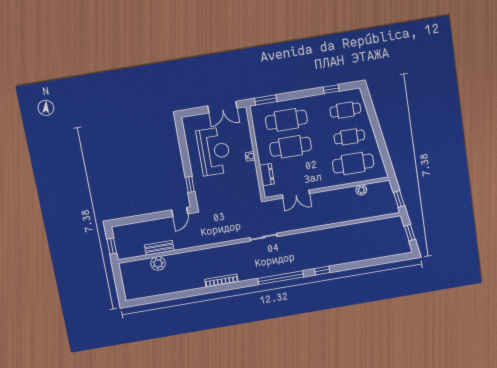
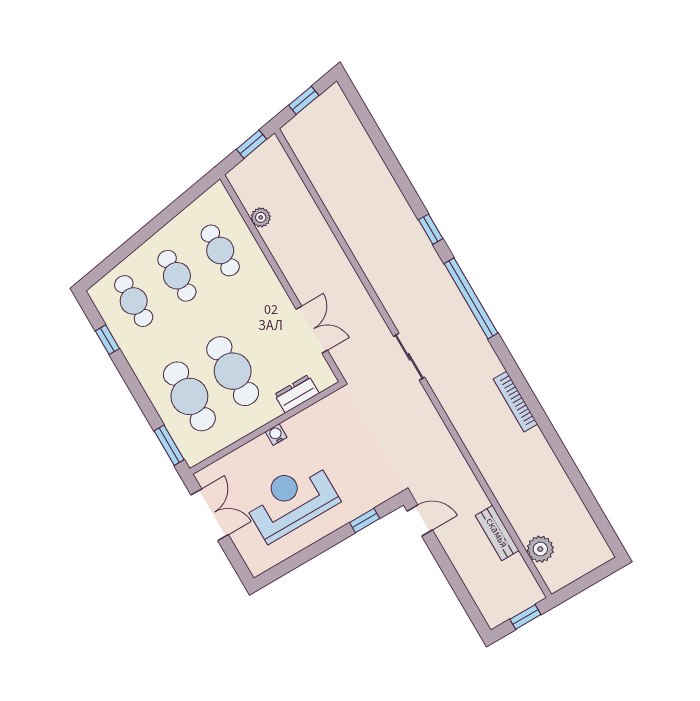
cafe table: (353, 164) -> (220, 250), width x0.73, depth x0.74
plant: (158, 263) -> (540, 549), moved

